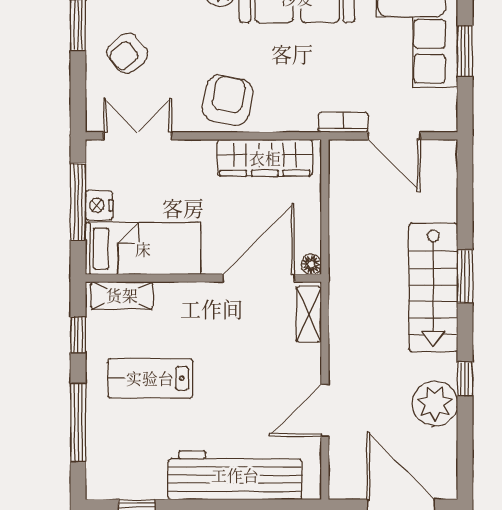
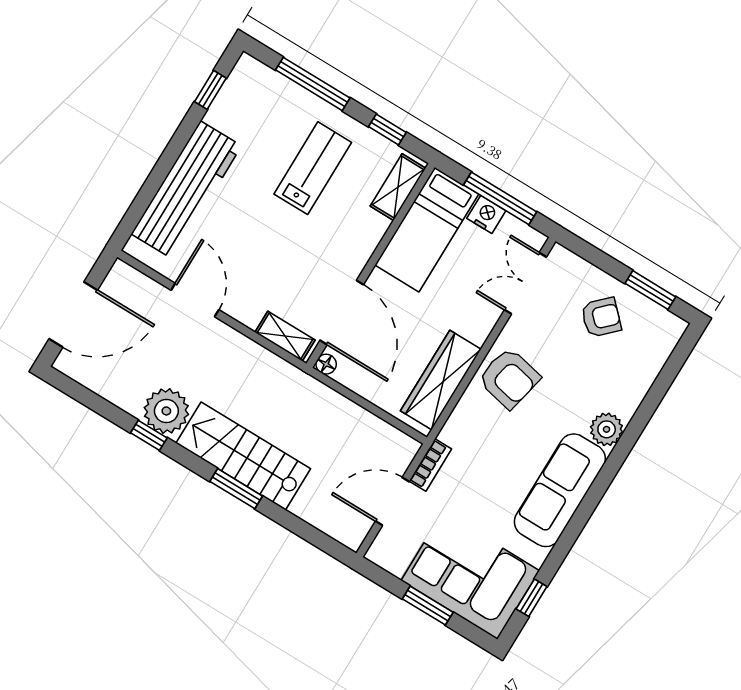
armchair: (127, 53) -> (601, 317), turned 85
double door: (138, 136) -> (525, 283), swing flipped
plant: (435, 403) -> (166, 411), moved

